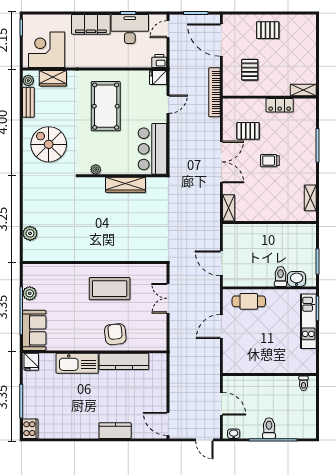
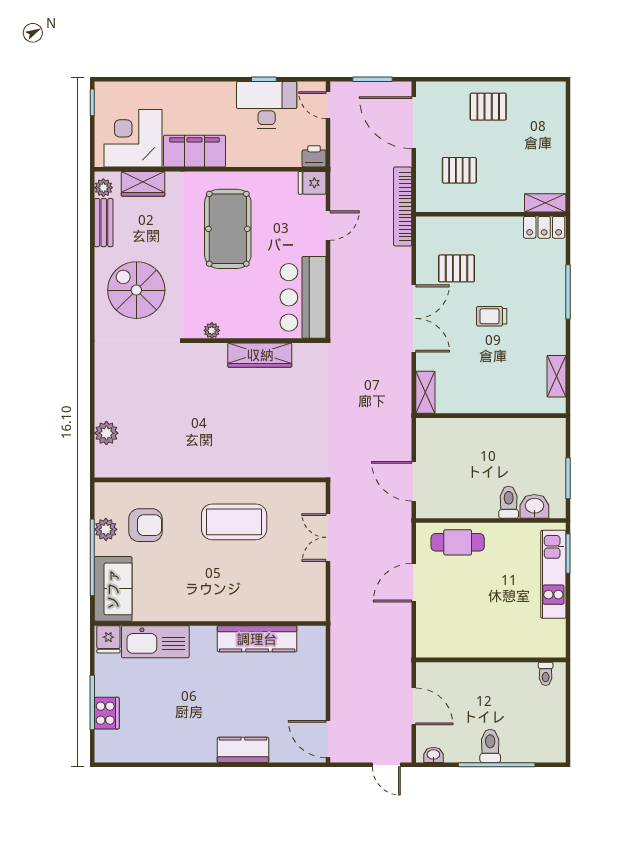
filing cabinet: (91, 24) -> (194, 151), moved, turned 180
door: (168, 29) -> (328, 105), hinge flipped
pallet: (250, 70) -> (459, 170), turned 90
locker: (280, 105) -> (544, 227), moved
armchair: (115, 334) -> (145, 525), moved, turned 96
kitchen sink: (77, 363) -> (155, 642), moved
cooker: (30, 429) -> (107, 713), moved

